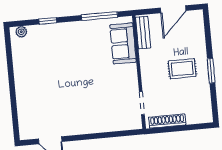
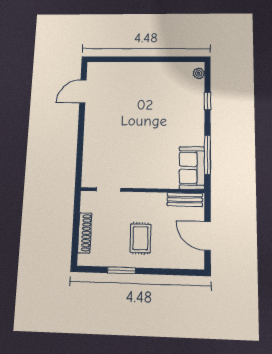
sofa: (123, 43) -> (192, 168), moved, turned -90
window: (211, 71) -> (121, 270), moved
shoe rack: (167, 121) -> (85, 233), moved

